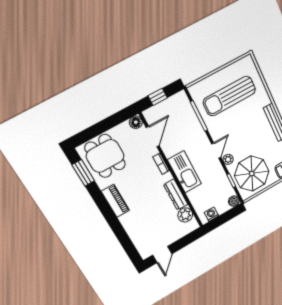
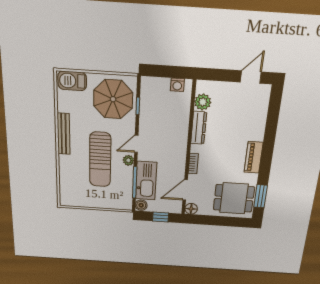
sun lounger: (229, 96) -> (100, 160), moved, turned 90
dining table: (105, 156) -> (234, 198), turned 90
plant: (228, 159) -> (128, 160), moved
kitchen sink: (185, 172) -> (146, 181), moved, turned 180
boiler: (234, 201) -> (141, 205), moved

